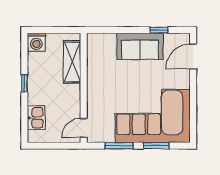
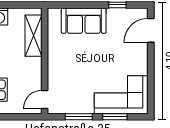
sofa: (140, 46) -> (84, 21), moved
corner sofa: (153, 116) -> (121, 95), width x0.73, depth x0.74

